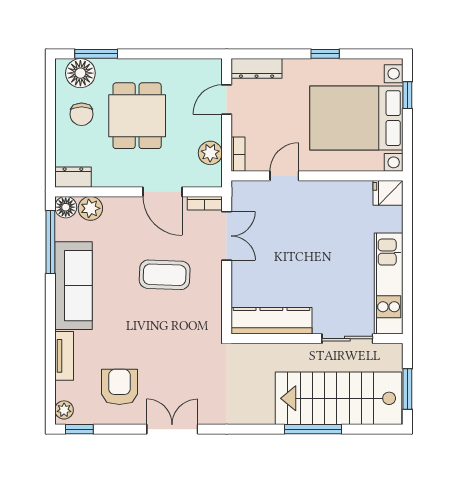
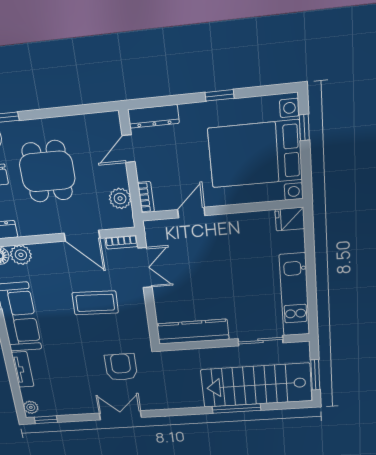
armchair: (119, 387) -> (121, 367), moved

